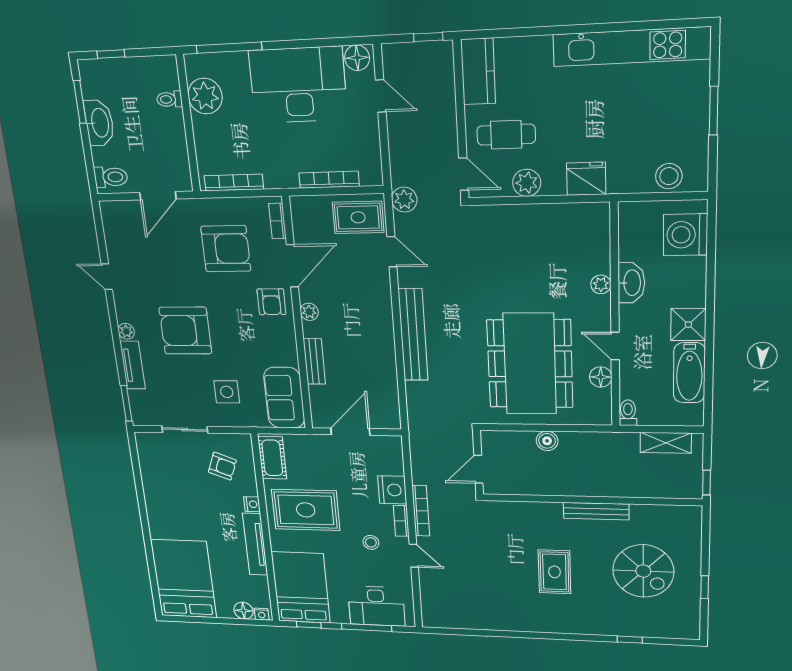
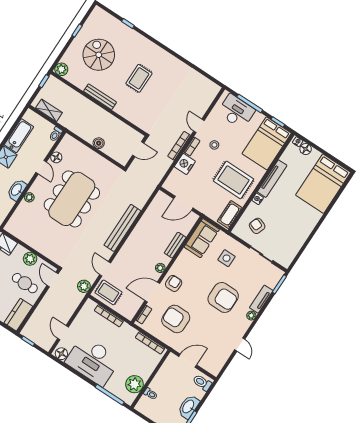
dining table: (530, 364) -> (72, 199), moved
plant: (690, 517) -> (61, 69), added

